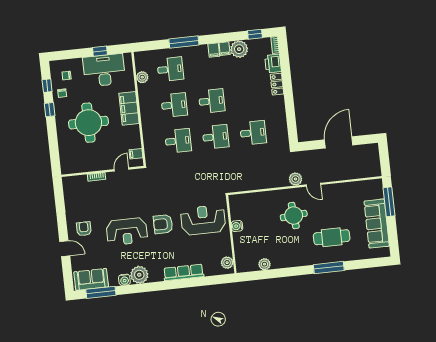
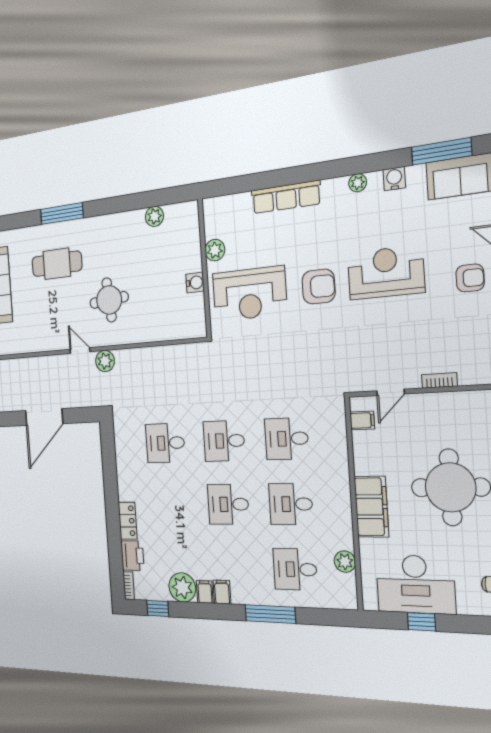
armchair: (84, 229) -> (470, 278), turned -90
plant: (227, 263) -> (215, 250), moved
plant: (139, 275) -> (358, 183), width x0.53, depth x0.53

